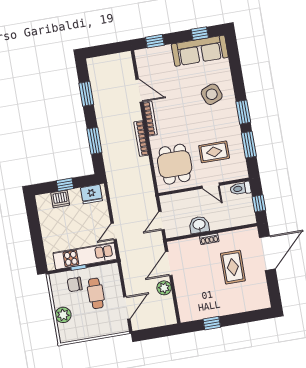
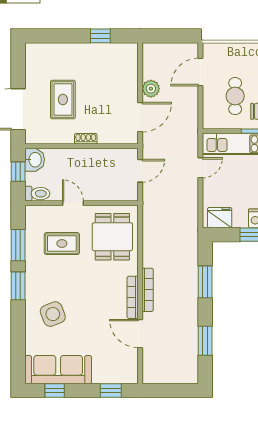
bookcase: (141, 138) -> (148, 290), moved
washbasin: (199, 225) -> (35, 160), moved, turned -90

